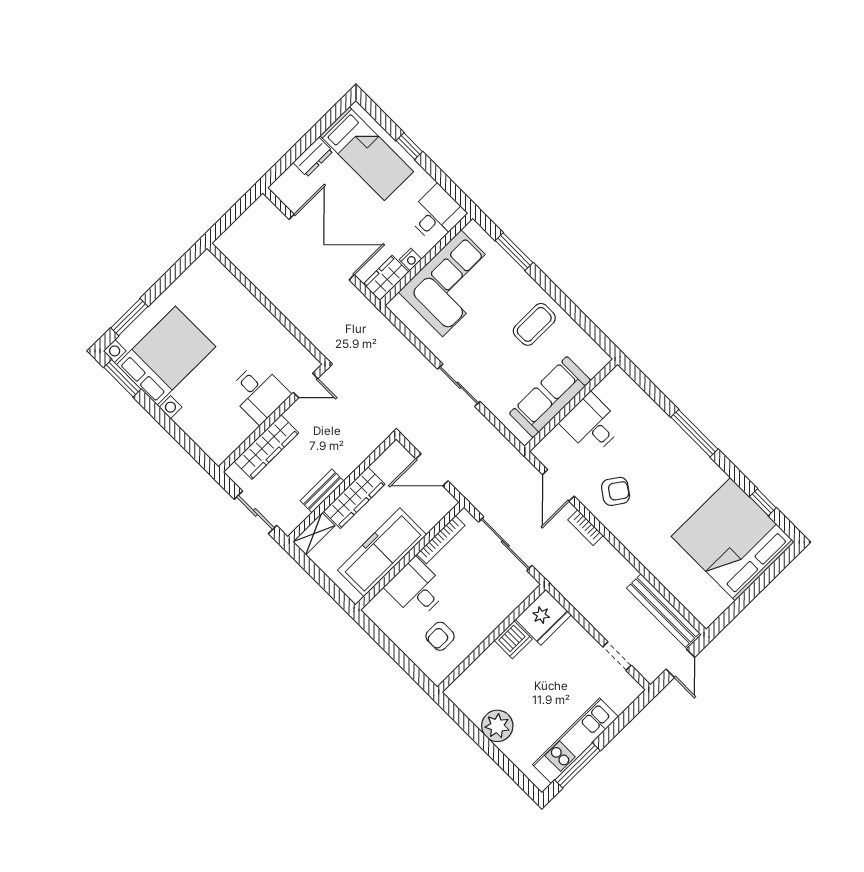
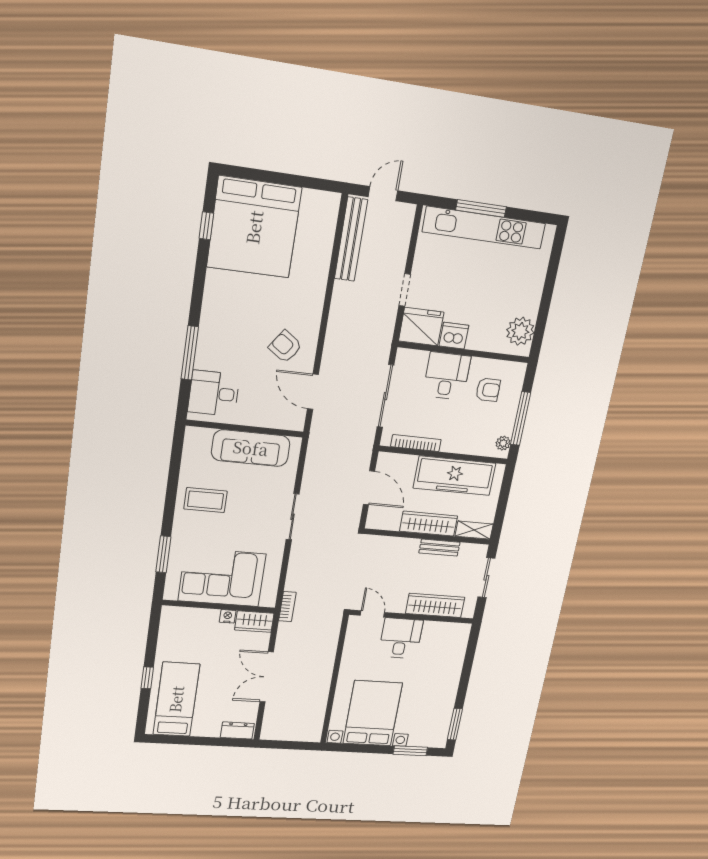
dresser: (313, 157) -> (237, 730), moved
desk: (436, 214) -> (181, 625), removed
double door: (322, 247) -> (267, 677), width x0.73
bed with nightstands: (166, 356) -> (373, 713), moved, turned 90
desk: (591, 424) -> (214, 393), moved, turned 90
window: (694, 433) -> (190, 353), moved
door: (558, 485) -> (313, 392), swing flipped
bookcase: (585, 528) -> (287, 607), moved
desk: (416, 589) -> (447, 376), moved, turned 180
plant: (378, 616) -> (503, 443), added
window: (389, 647) -> (521, 419), added
doorway: (617, 656) -> (405, 290), moved
plant: (497, 726) -> (520, 331), moved
kitchen unit: (576, 741) -> (484, 228), width x1.36
window: (577, 765) -> (481, 208), moved

